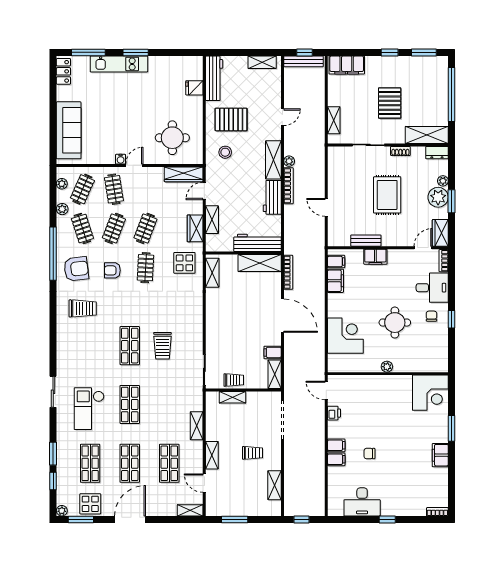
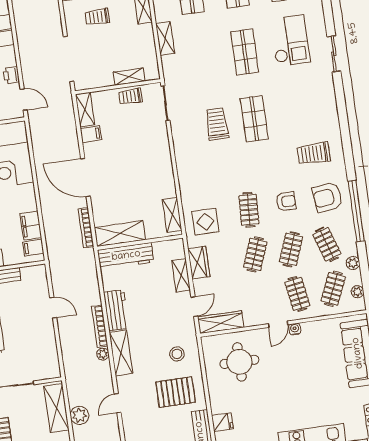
plant: (317, 111) -> (79, 415), added
shelving: (334, 120) -> (56, 408), width x1.50, depth x1.33

